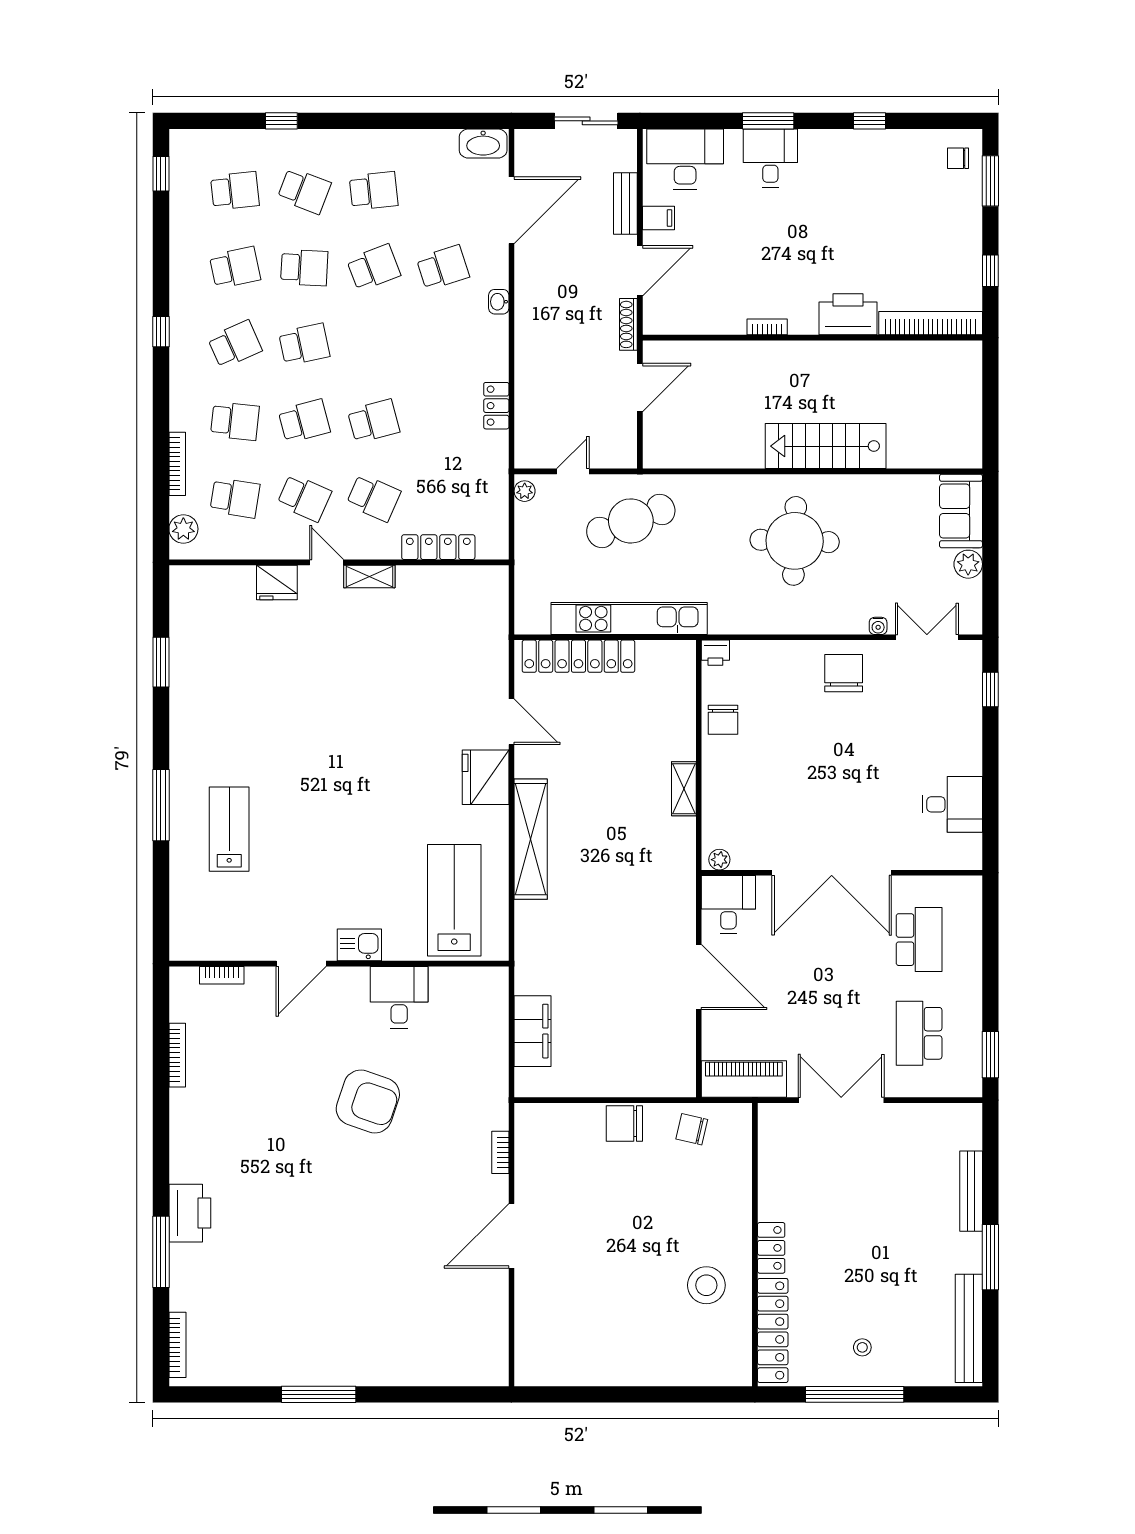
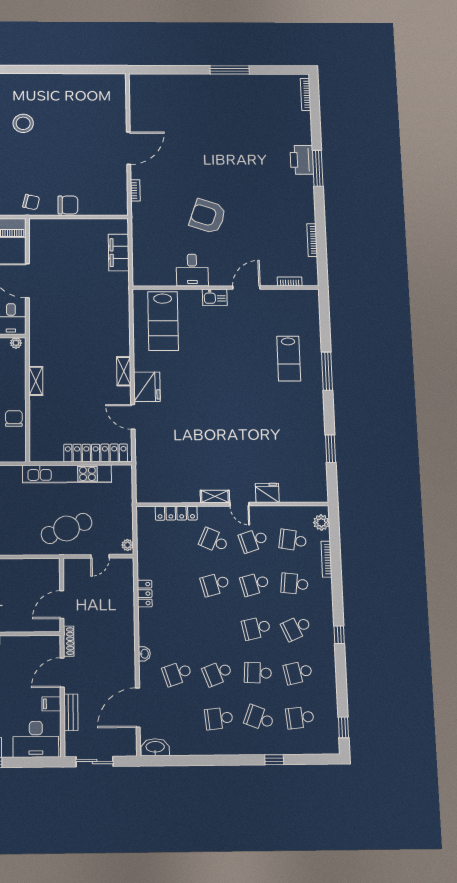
school desk: (304, 498) -> (253, 540), turned -42
printer: (715, 653) -> (18, 455), removed
shelving: (531, 839) -> (124, 371), width x0.45, depth x0.75
window: (161, 1252) -> (318, 168), moved

